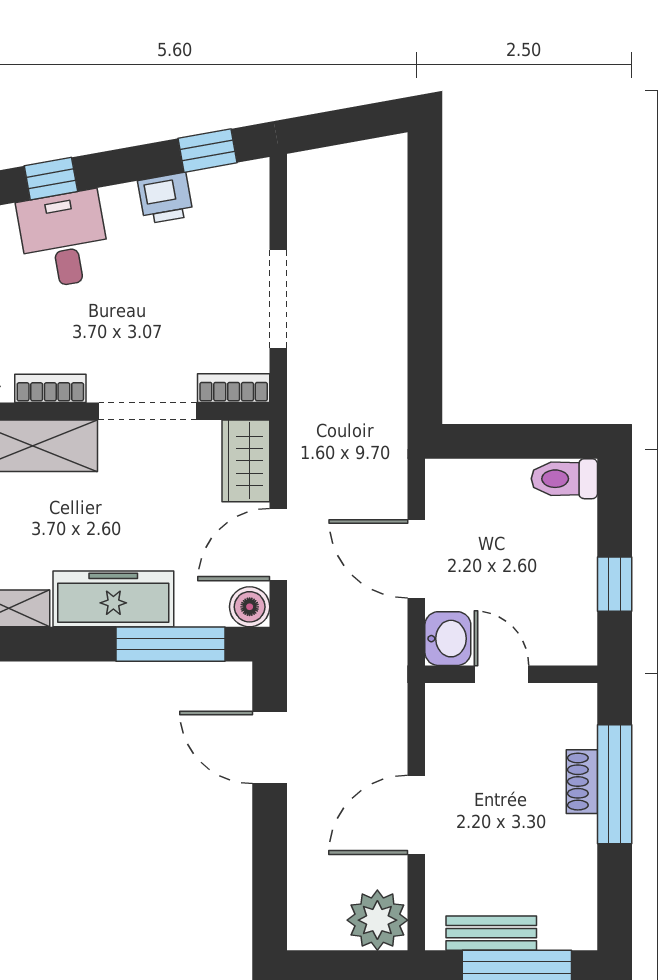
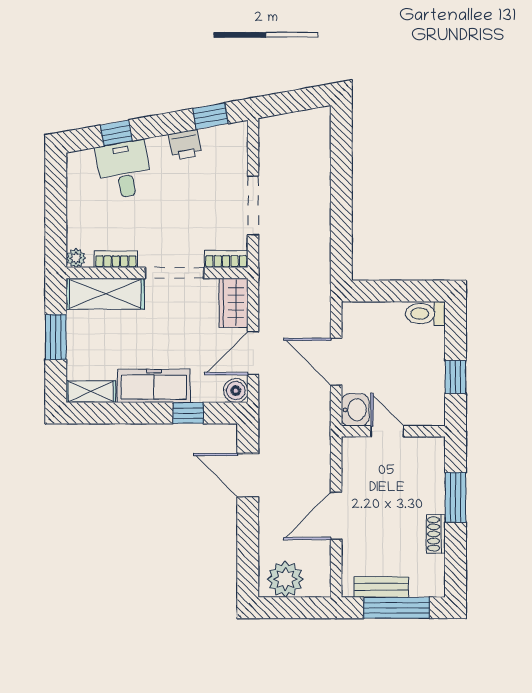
window: (171, 644) -> (188, 413), width x0.46
shoe rack: (582, 782) -> (436, 534), moved
window: (615, 784) -> (455, 497), width x0.69
plant: (377, 920) -> (285, 579), moved

